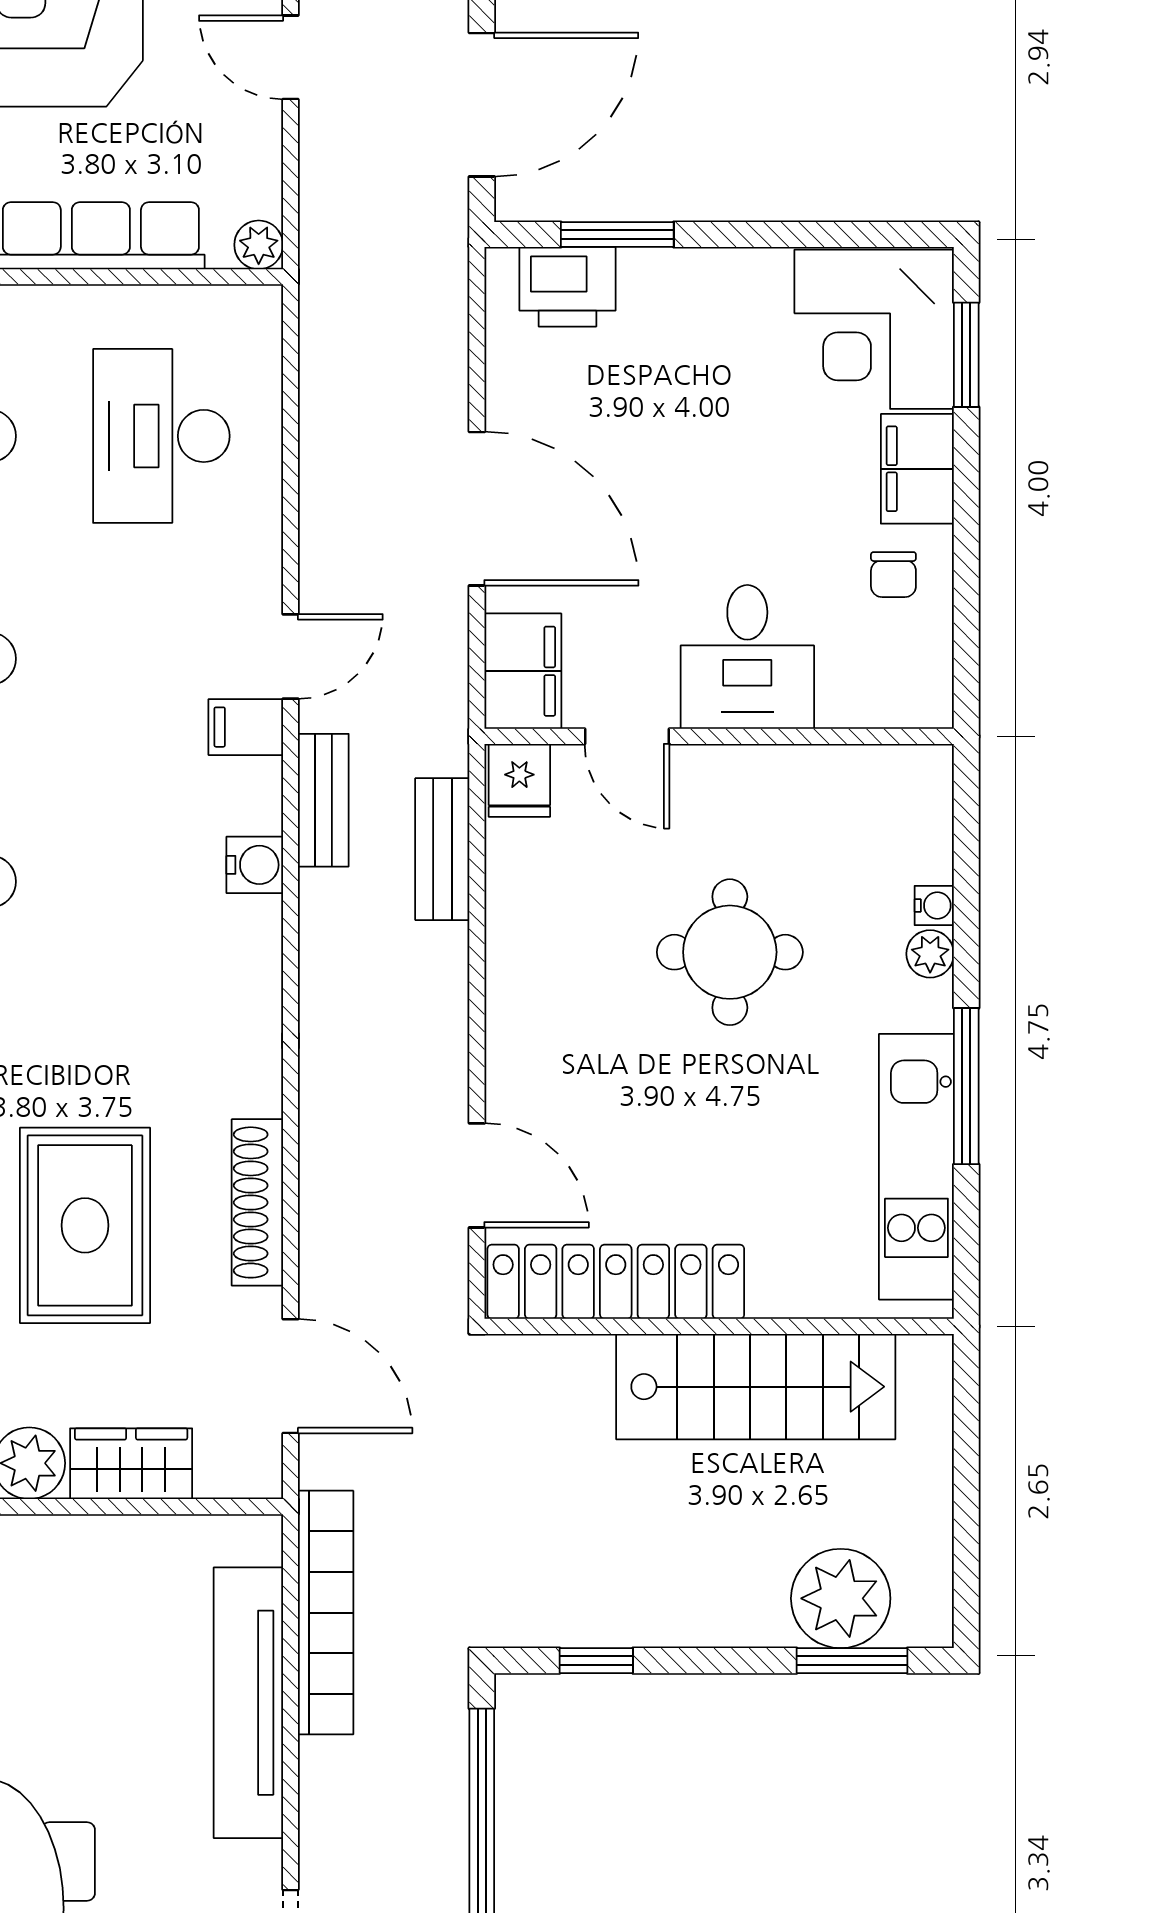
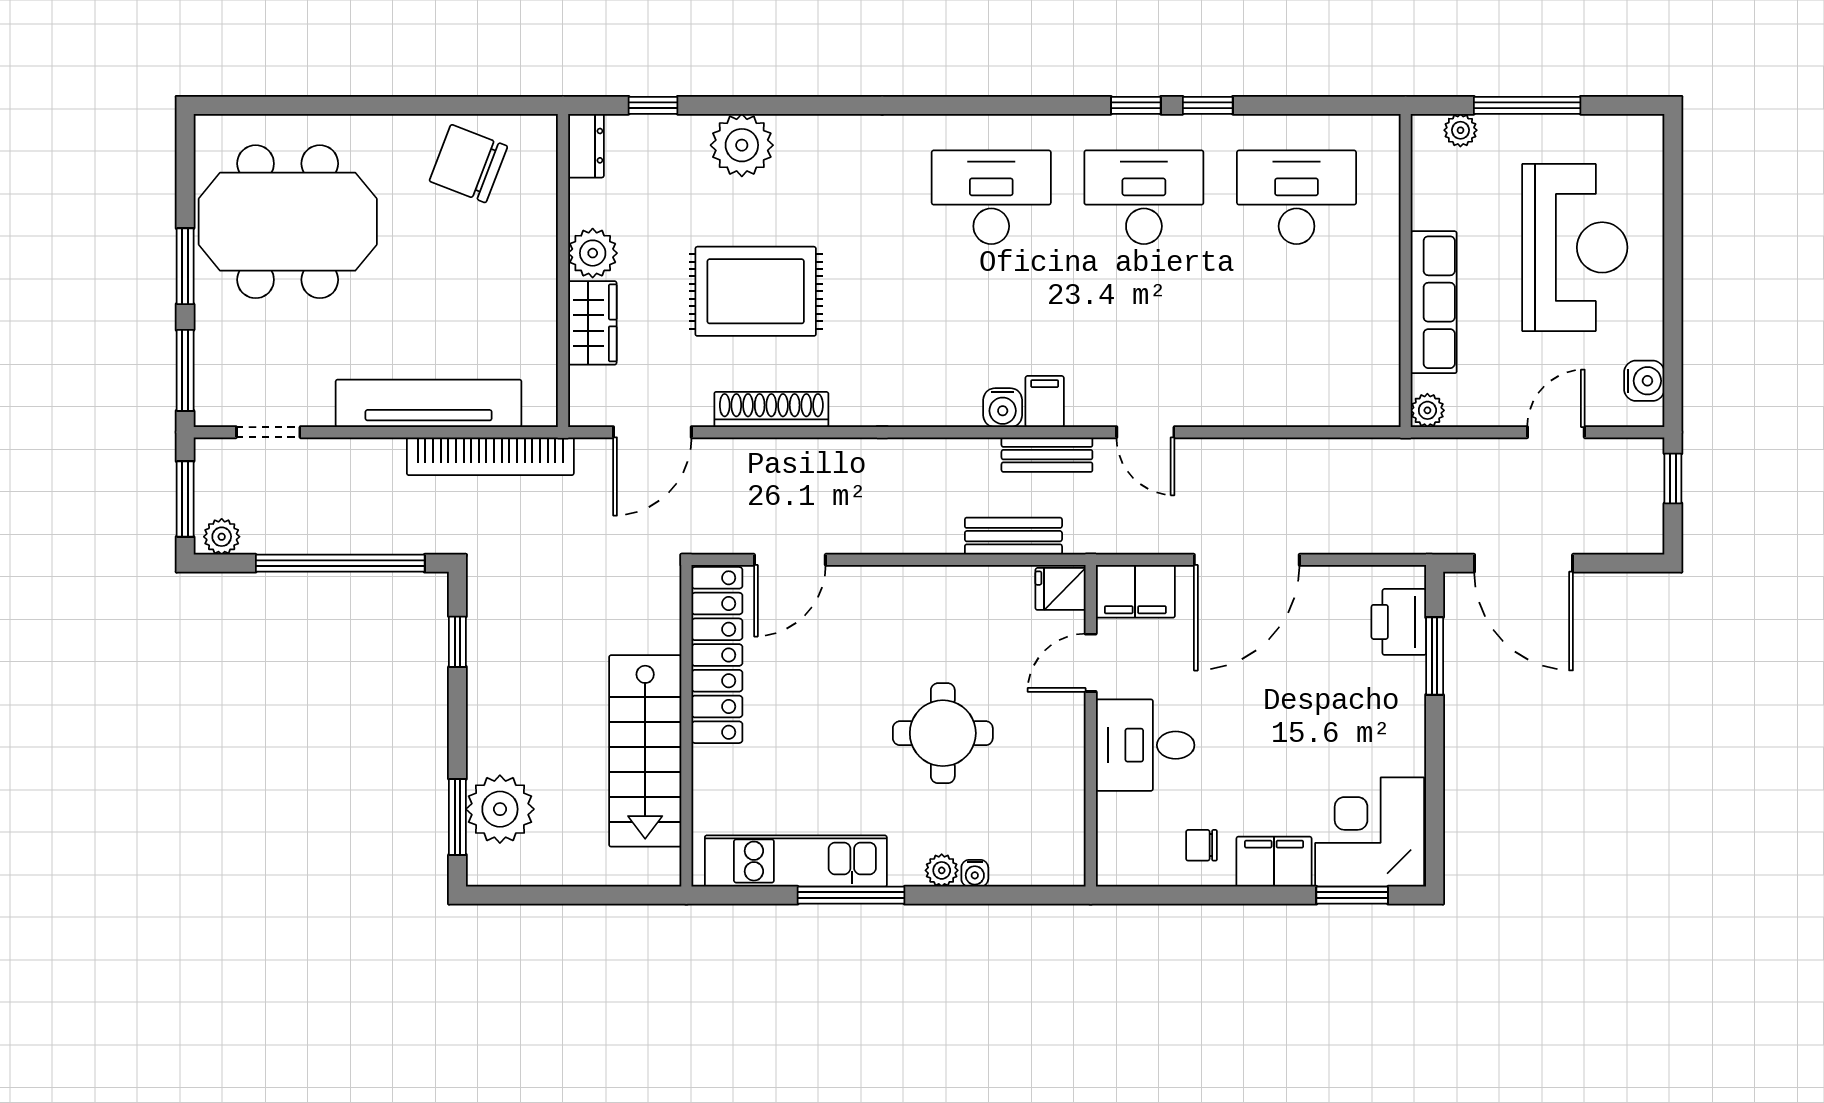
desk: (161, 436) -> (1297, 344), removed
filing cabinet: (246, 727) -> (1045, 401), moved

